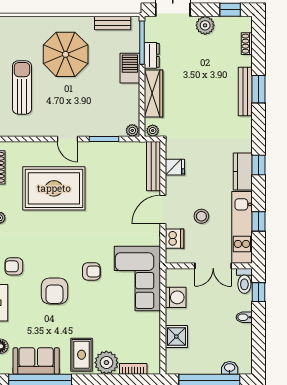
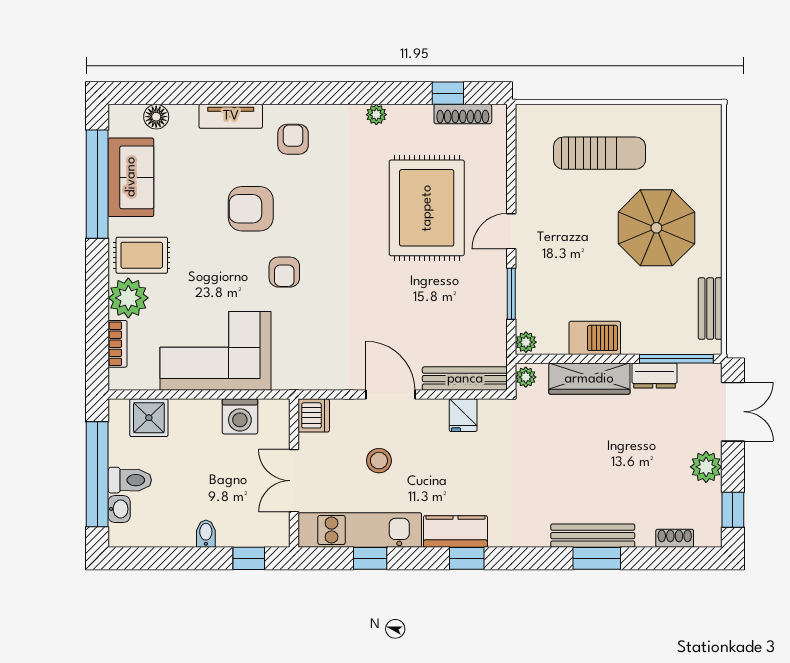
barbecue: (130, 68) -> (595, 338), moved
dishwasher: (174, 239) -> (314, 415), moved, turned -90
corner sofa: (137, 278) -> (215, 351), moved
toilet: (244, 281) -> (130, 480), moved, turned 180
shower: (176, 337) -> (149, 418), moved

